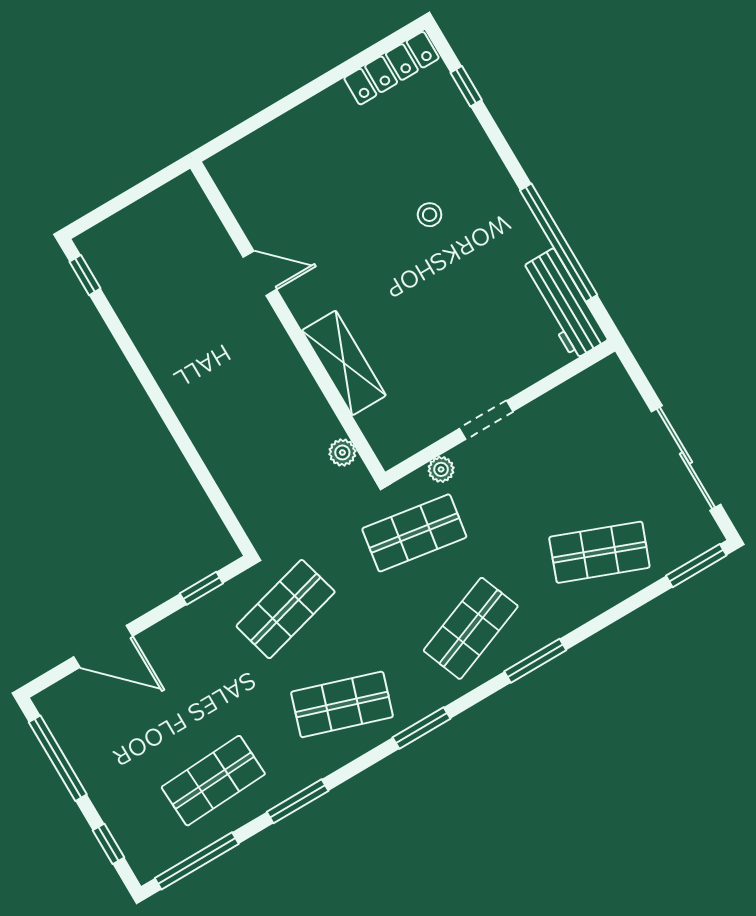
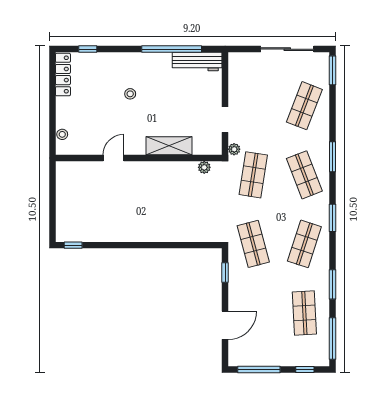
stool: (279, 133) -> (62, 134), added
door: (260, 273) -> (114, 158), moved
wall: (288, 320) -> (139, 158), moved
shelving: (344, 363) -> (169, 146), moved
plant: (342, 452) -> (204, 167), moved

